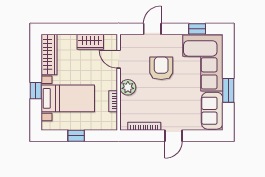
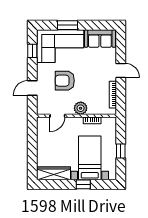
door: (152, 29) -> (32, 88), hinge flipped
wardrobe: (90, 42) -> (43, 139), removed
window: (228, 90) -> (68, 25), moved

